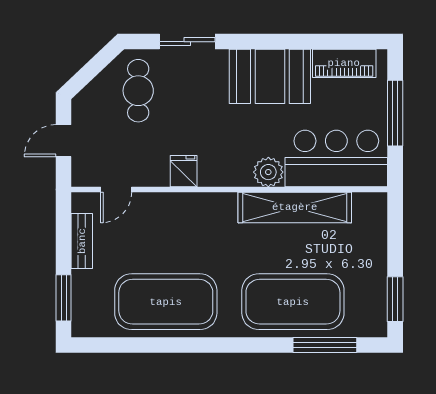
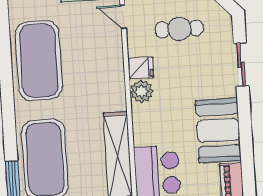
cafe table: (138, 91) -> (179, 29), moved
plant: (268, 172) -> (141, 91), moved

